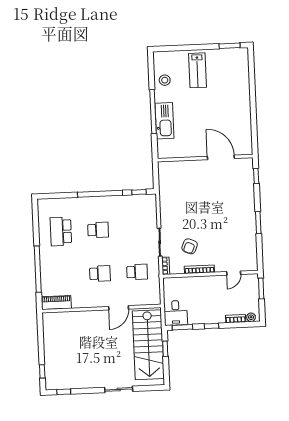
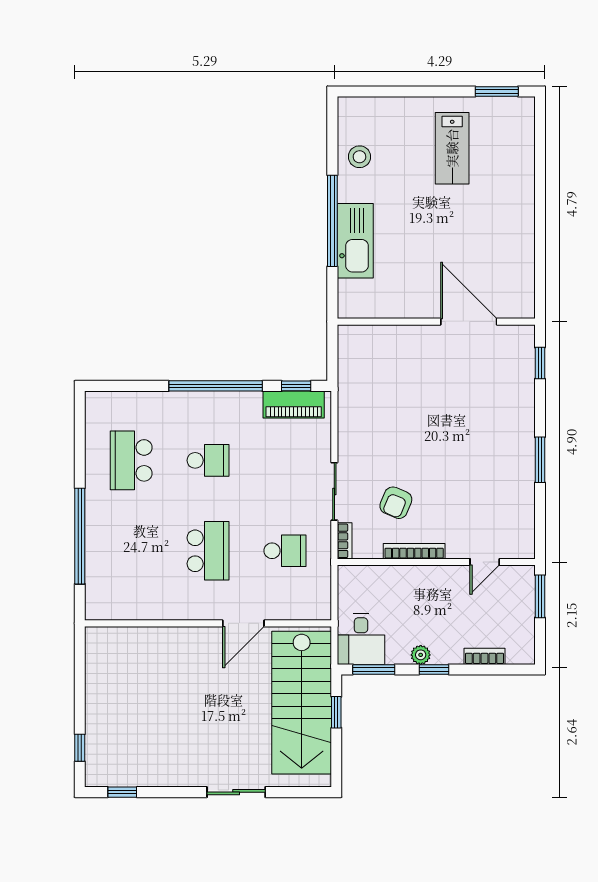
lab bench: (197, 70) -> (452, 148), moved
school desk: (100, 274) -> (208, 551), width x1.85
piano: (56, 302) -> (294, 404), moved, turned 180
plant: (251, 317) -> (421, 655), moved

